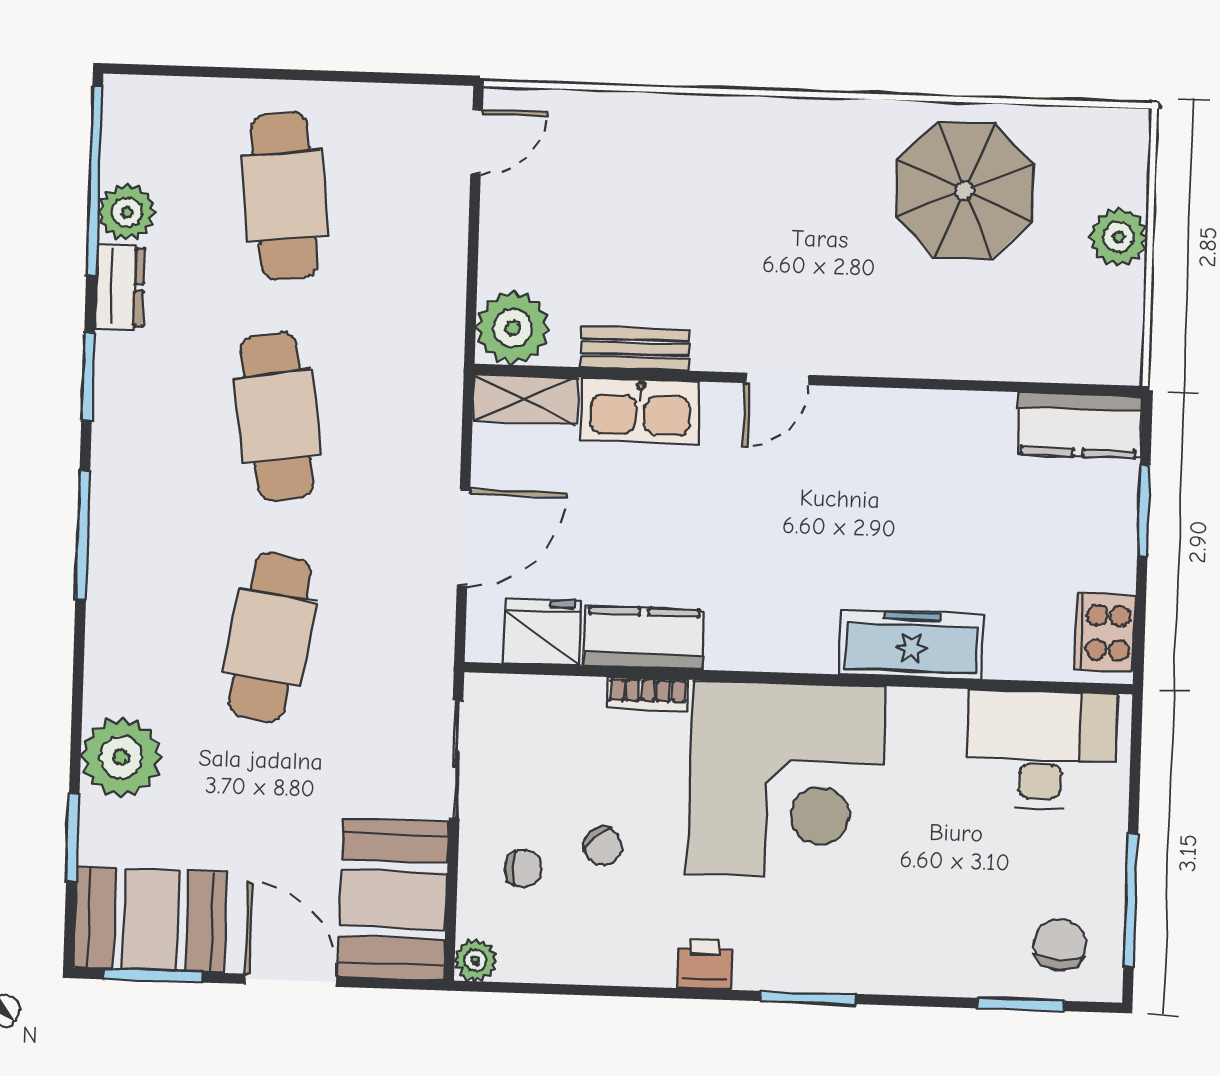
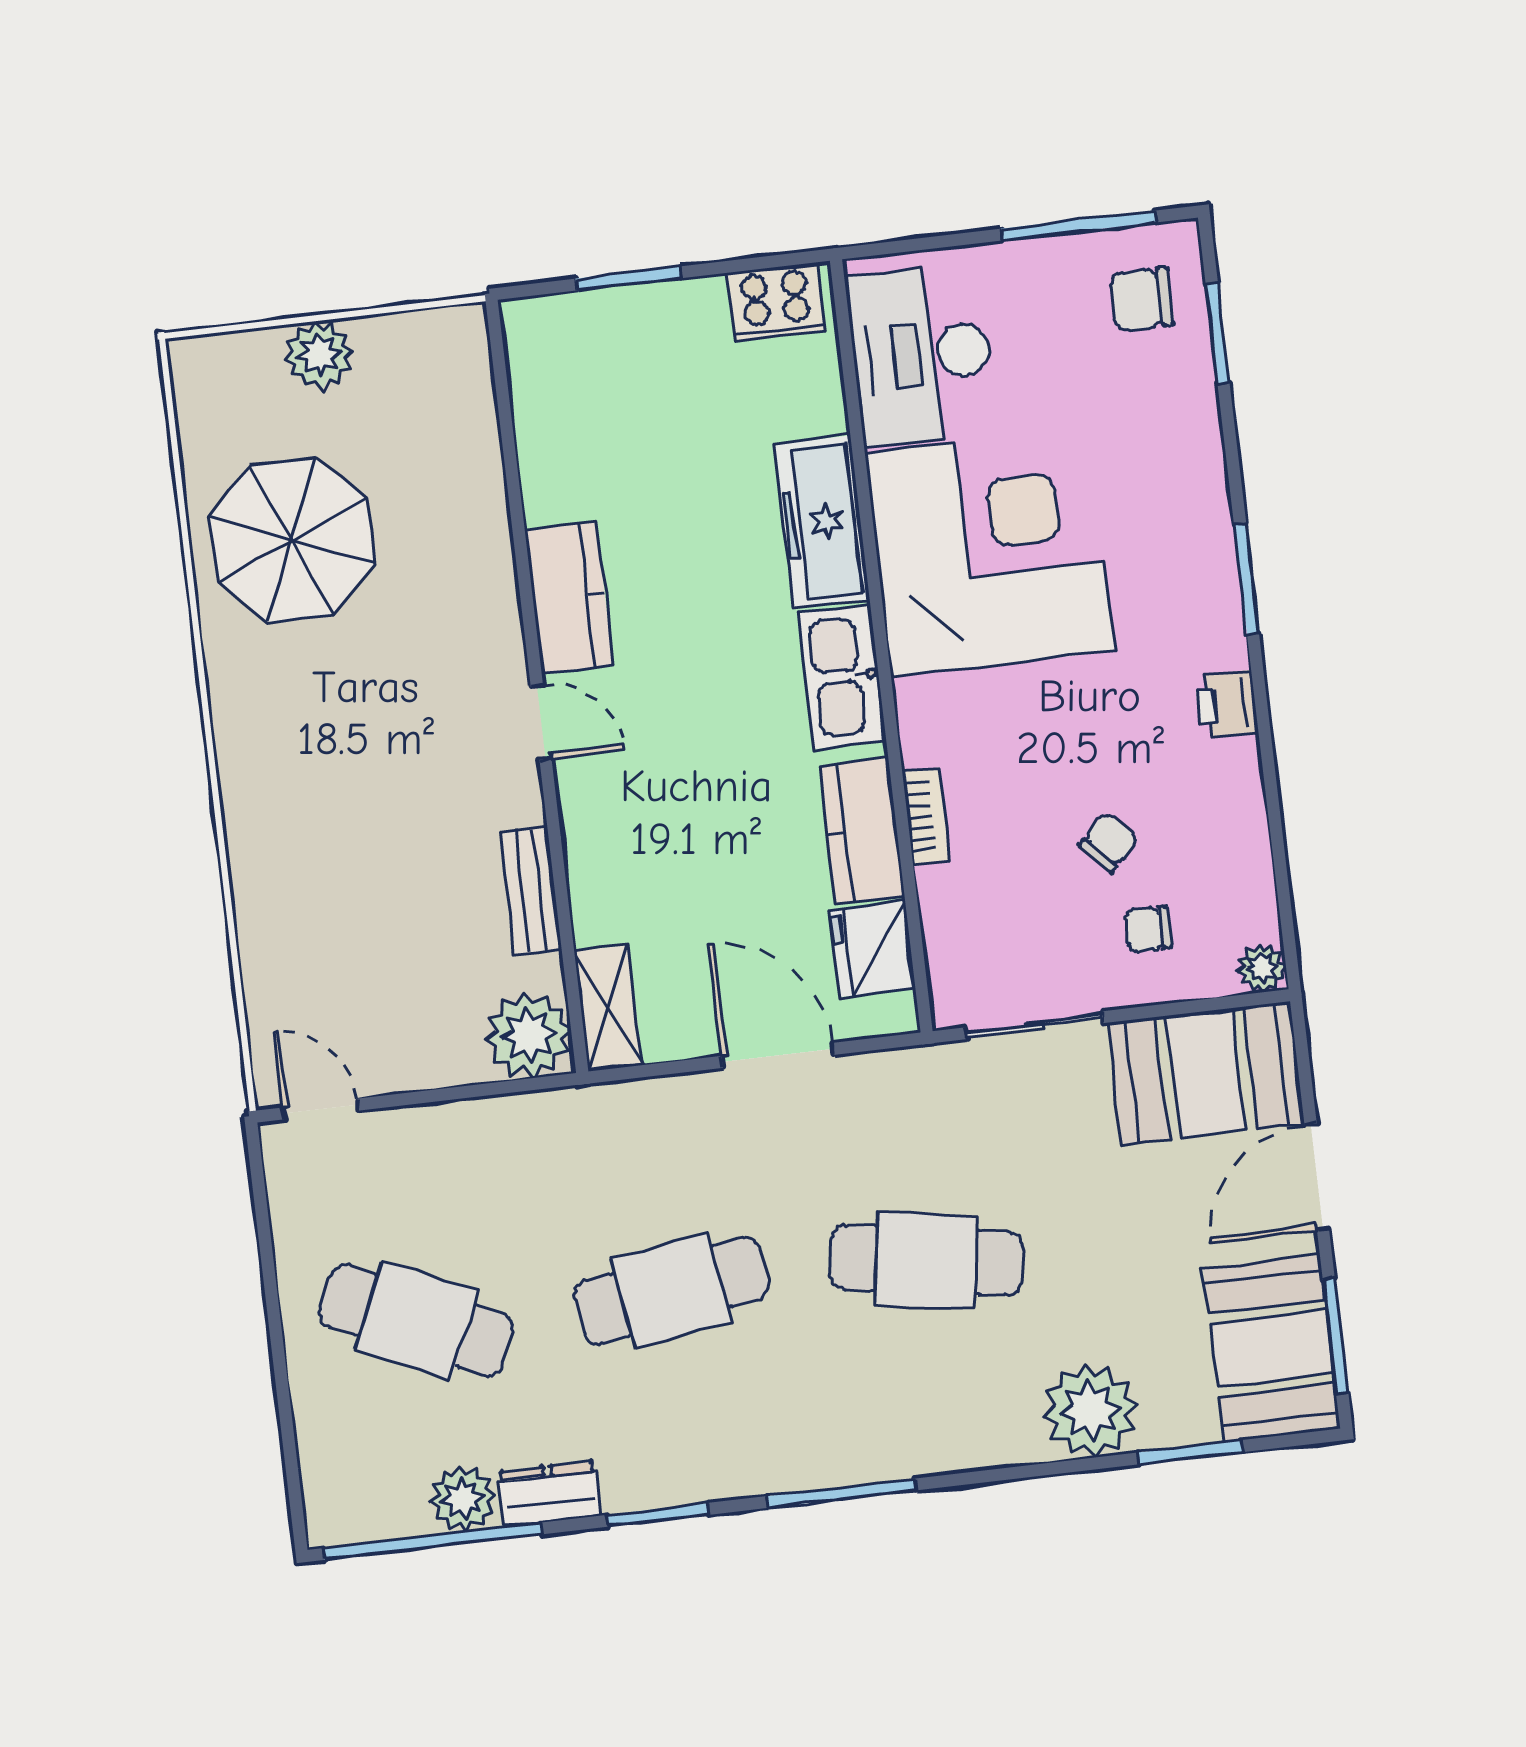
cafe table: (284, 196) -> (416, 1320), turned 30
kitchen sink: (640, 411) -> (842, 677), moved, turned 180
kitchen counter: (1079, 425) -> (569, 598), moved
corner desk: (786, 780) -> (990, 552), moved
chair: (523, 868) -> (1148, 929), turned -90

